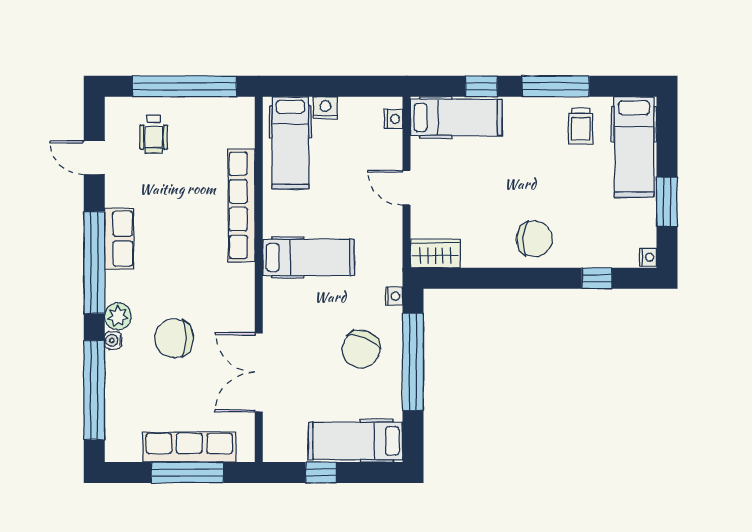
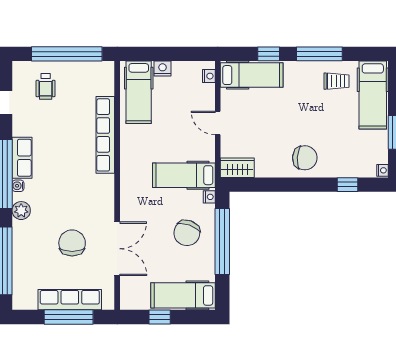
trolley: (581, 126) -> (336, 81), turned -90
hospital bed: (308, 257) -> (184, 175), moved, turned 180
chair: (174, 338) -> (72, 243), moved, turned 90
water cooler: (113, 340) -> (18, 186), moved
double door: (259, 372) -> (117, 249), swing flipped

